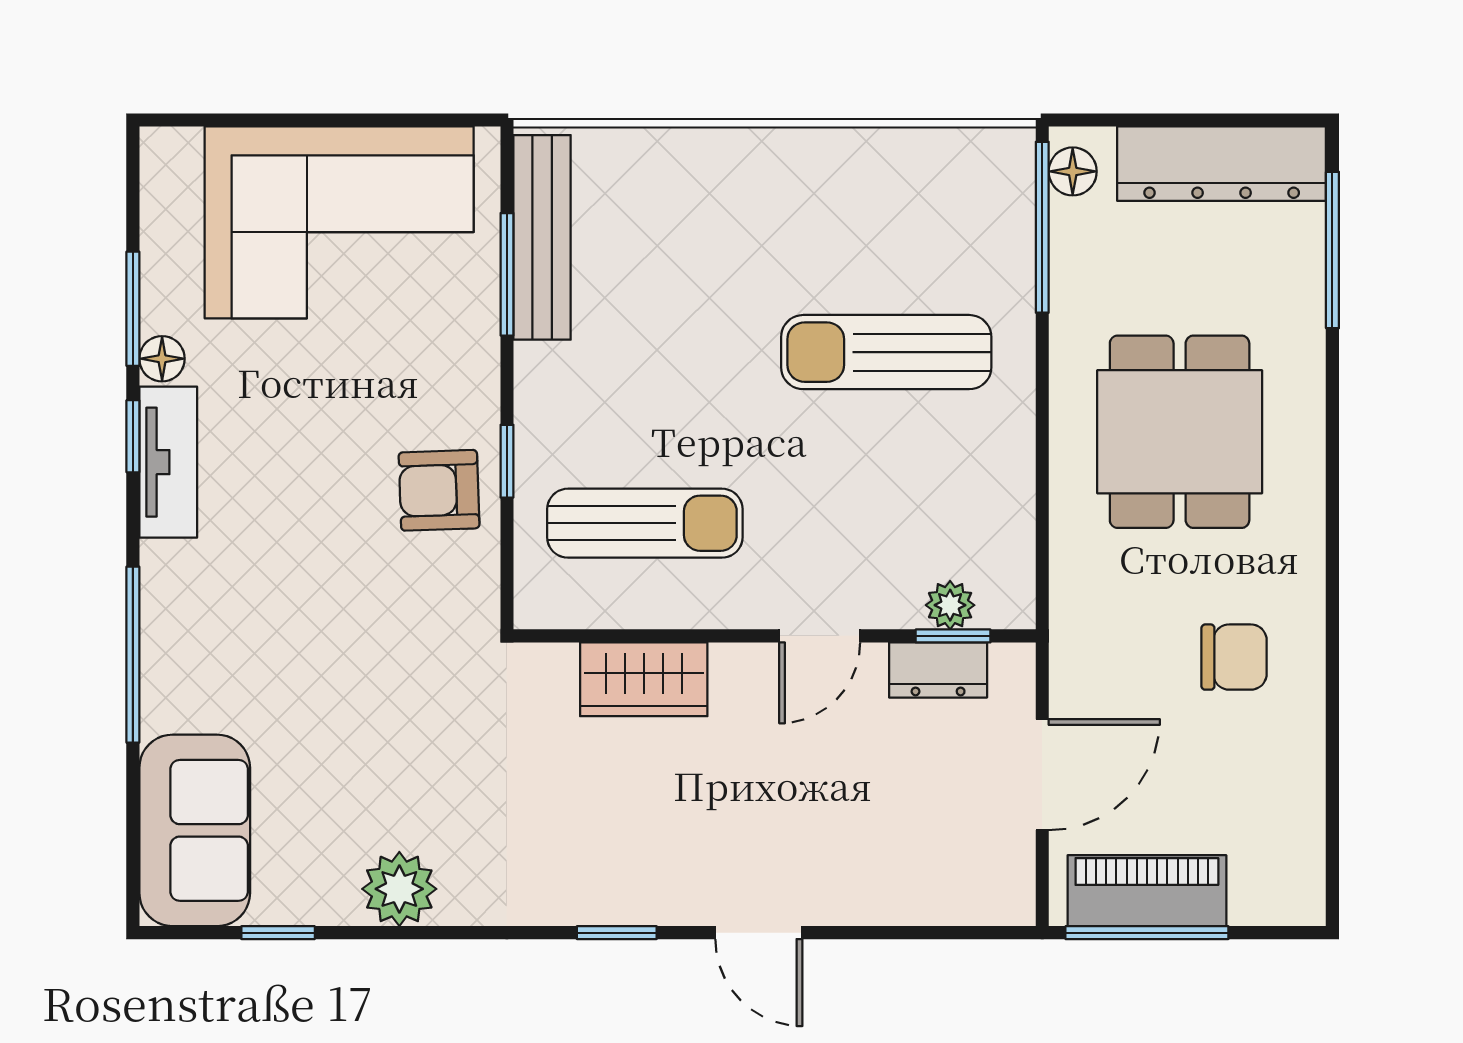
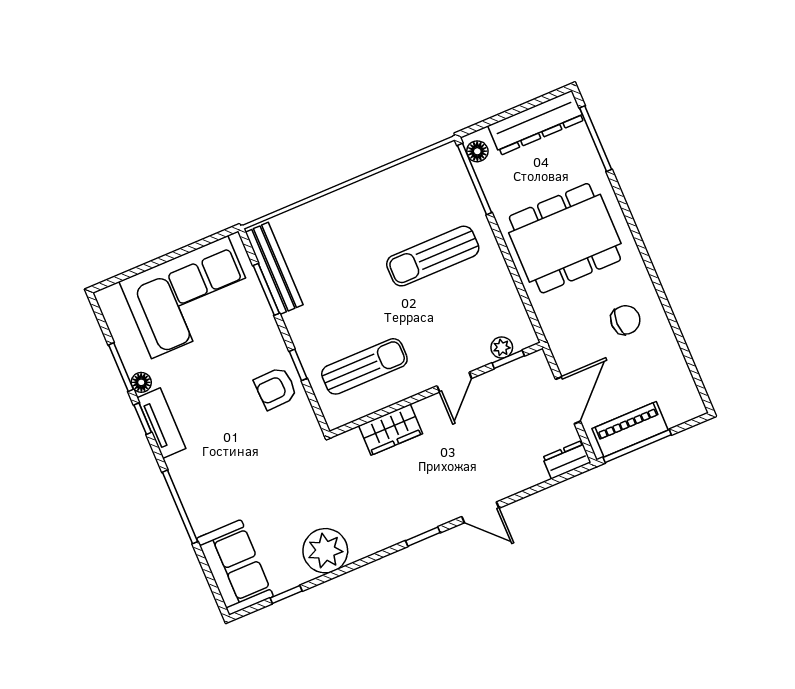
dining table: (1180, 432) -> (565, 238), width x1.38
dresser: (938, 670) -> (567, 460), moved, turned 180
plant: (399, 889) -> (325, 551), width x1.36, depth x1.36

